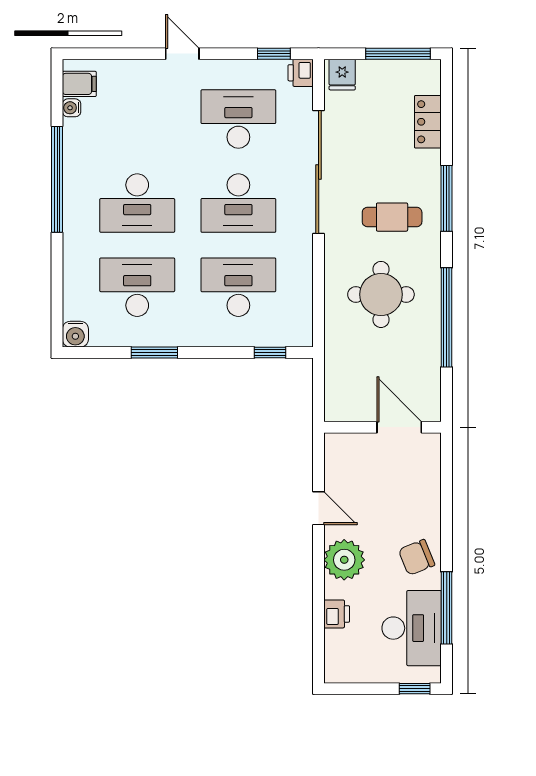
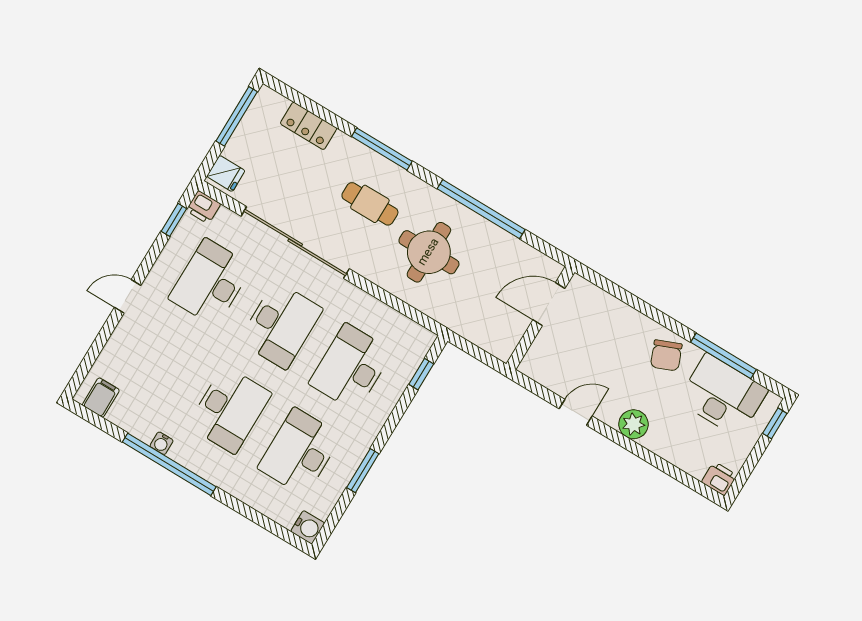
water cooler: (72, 108) -> (162, 443), moved
cafe table: (392, 217) -> (370, 204), turned 90
plant: (344, 560) -> (633, 424), width x0.73, depth x0.73
printer: (337, 614) -> (719, 479), moved

